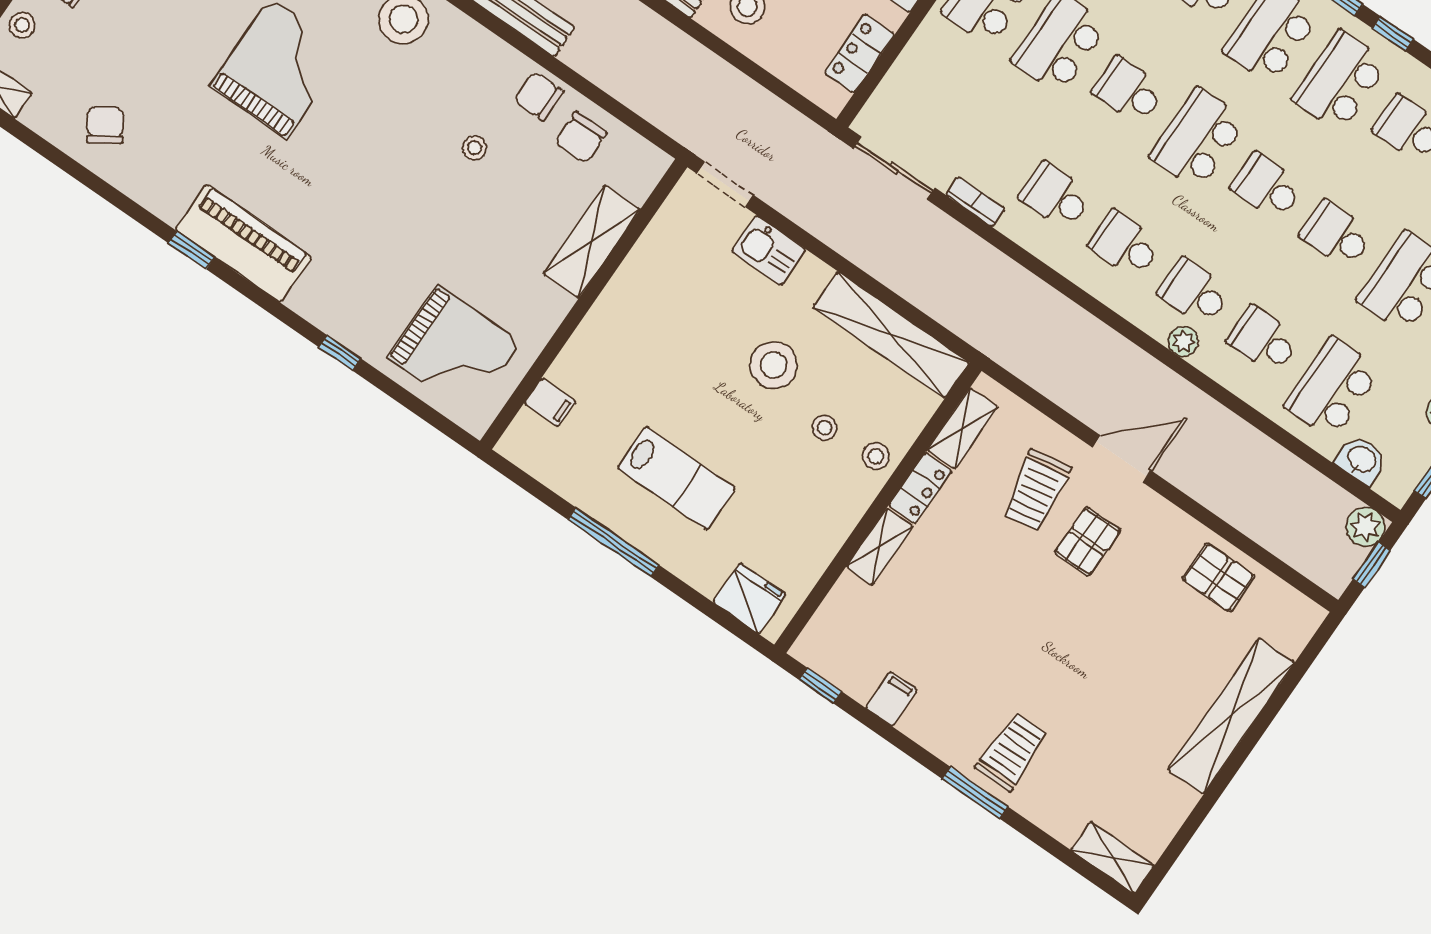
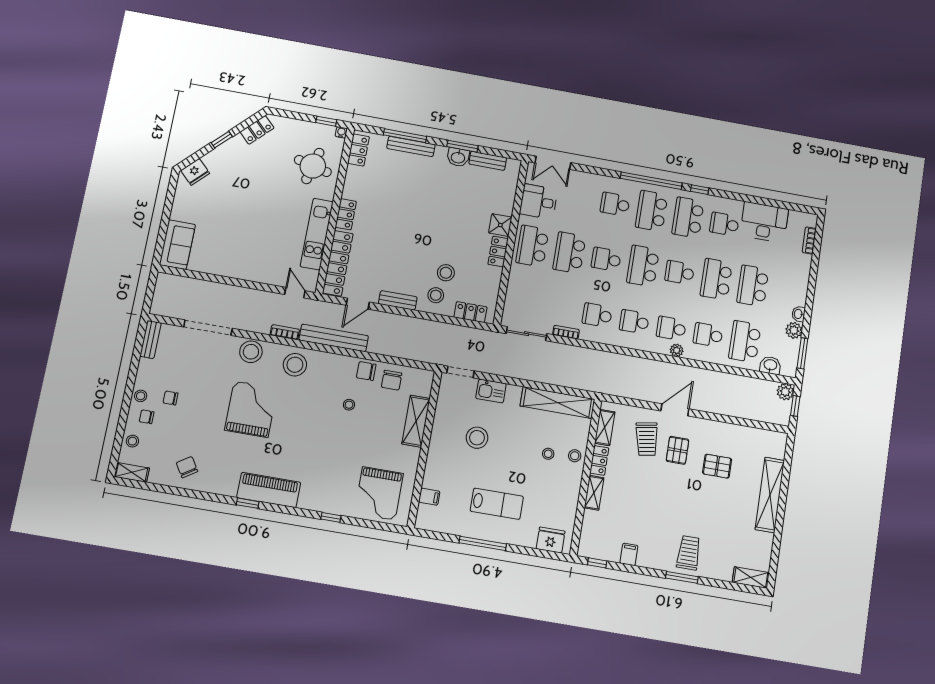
locker: (859, 53) -> (470, 312), moved, turned 90
school desk: (1336, 234) -> (716, 279), width x1.85
grand piano: (454, 350) -> (379, 493), turned 90
stool: (774, 365) -> (477, 438), moved
pallet: (1218, 577) -> (717, 466), moved

